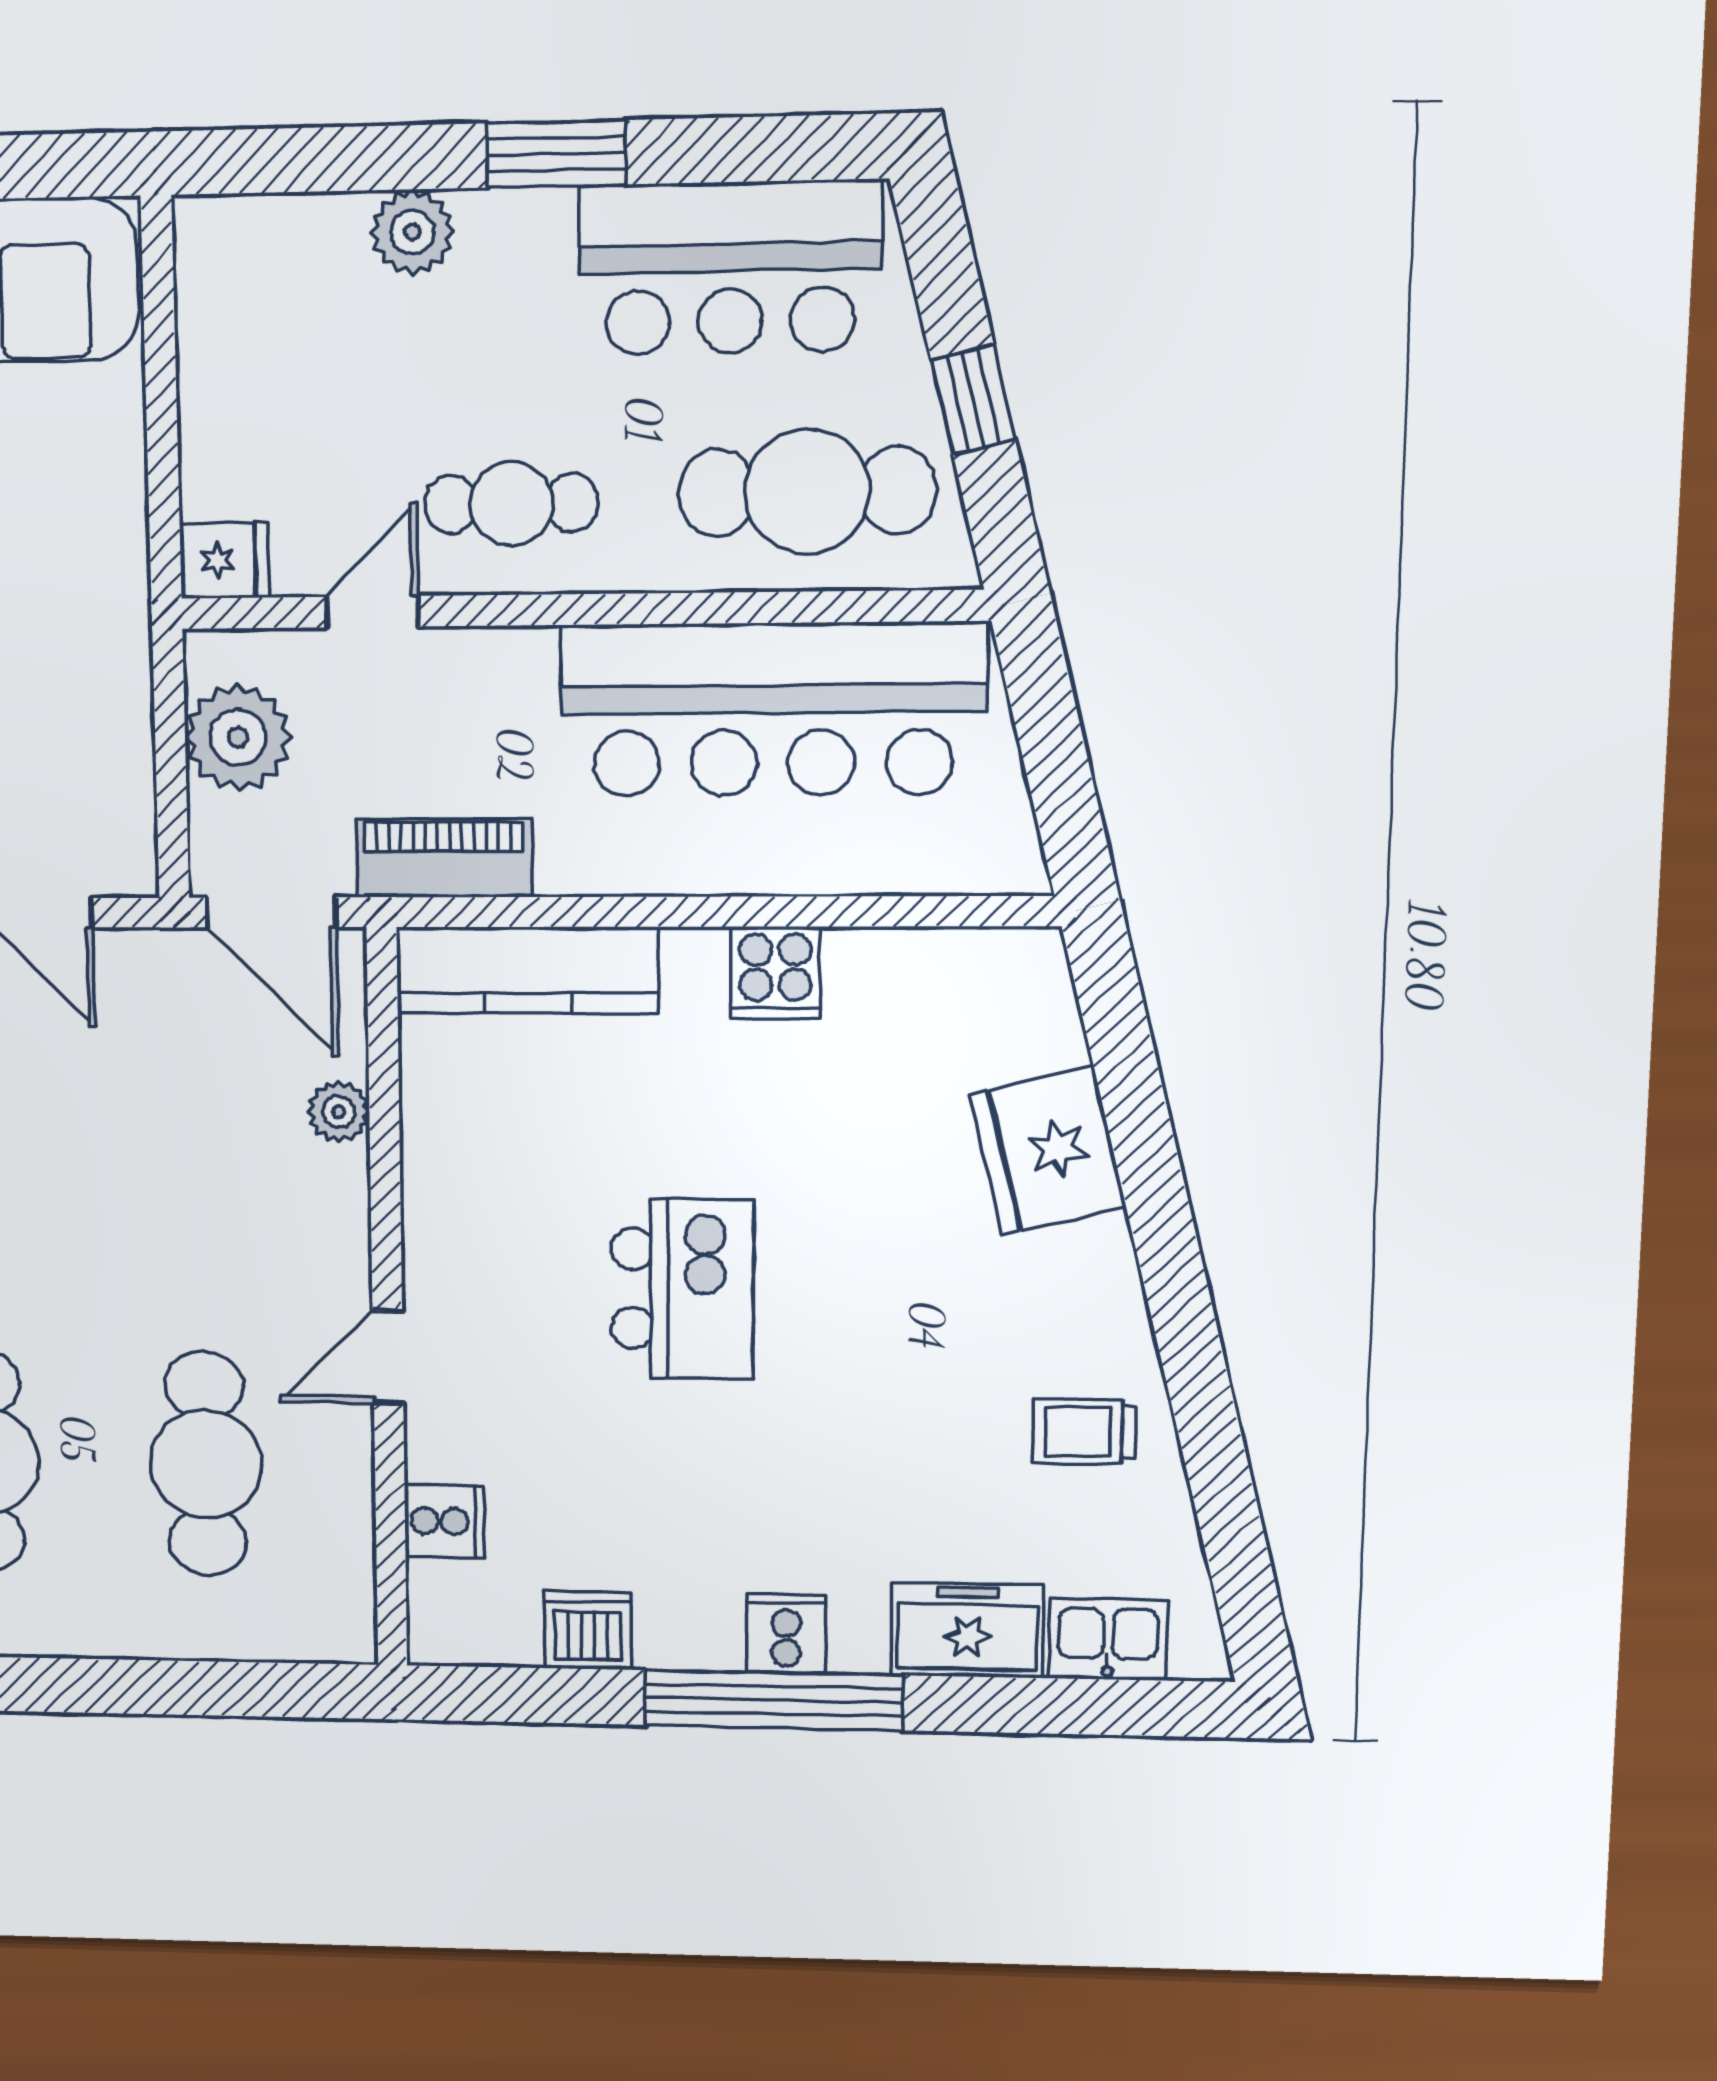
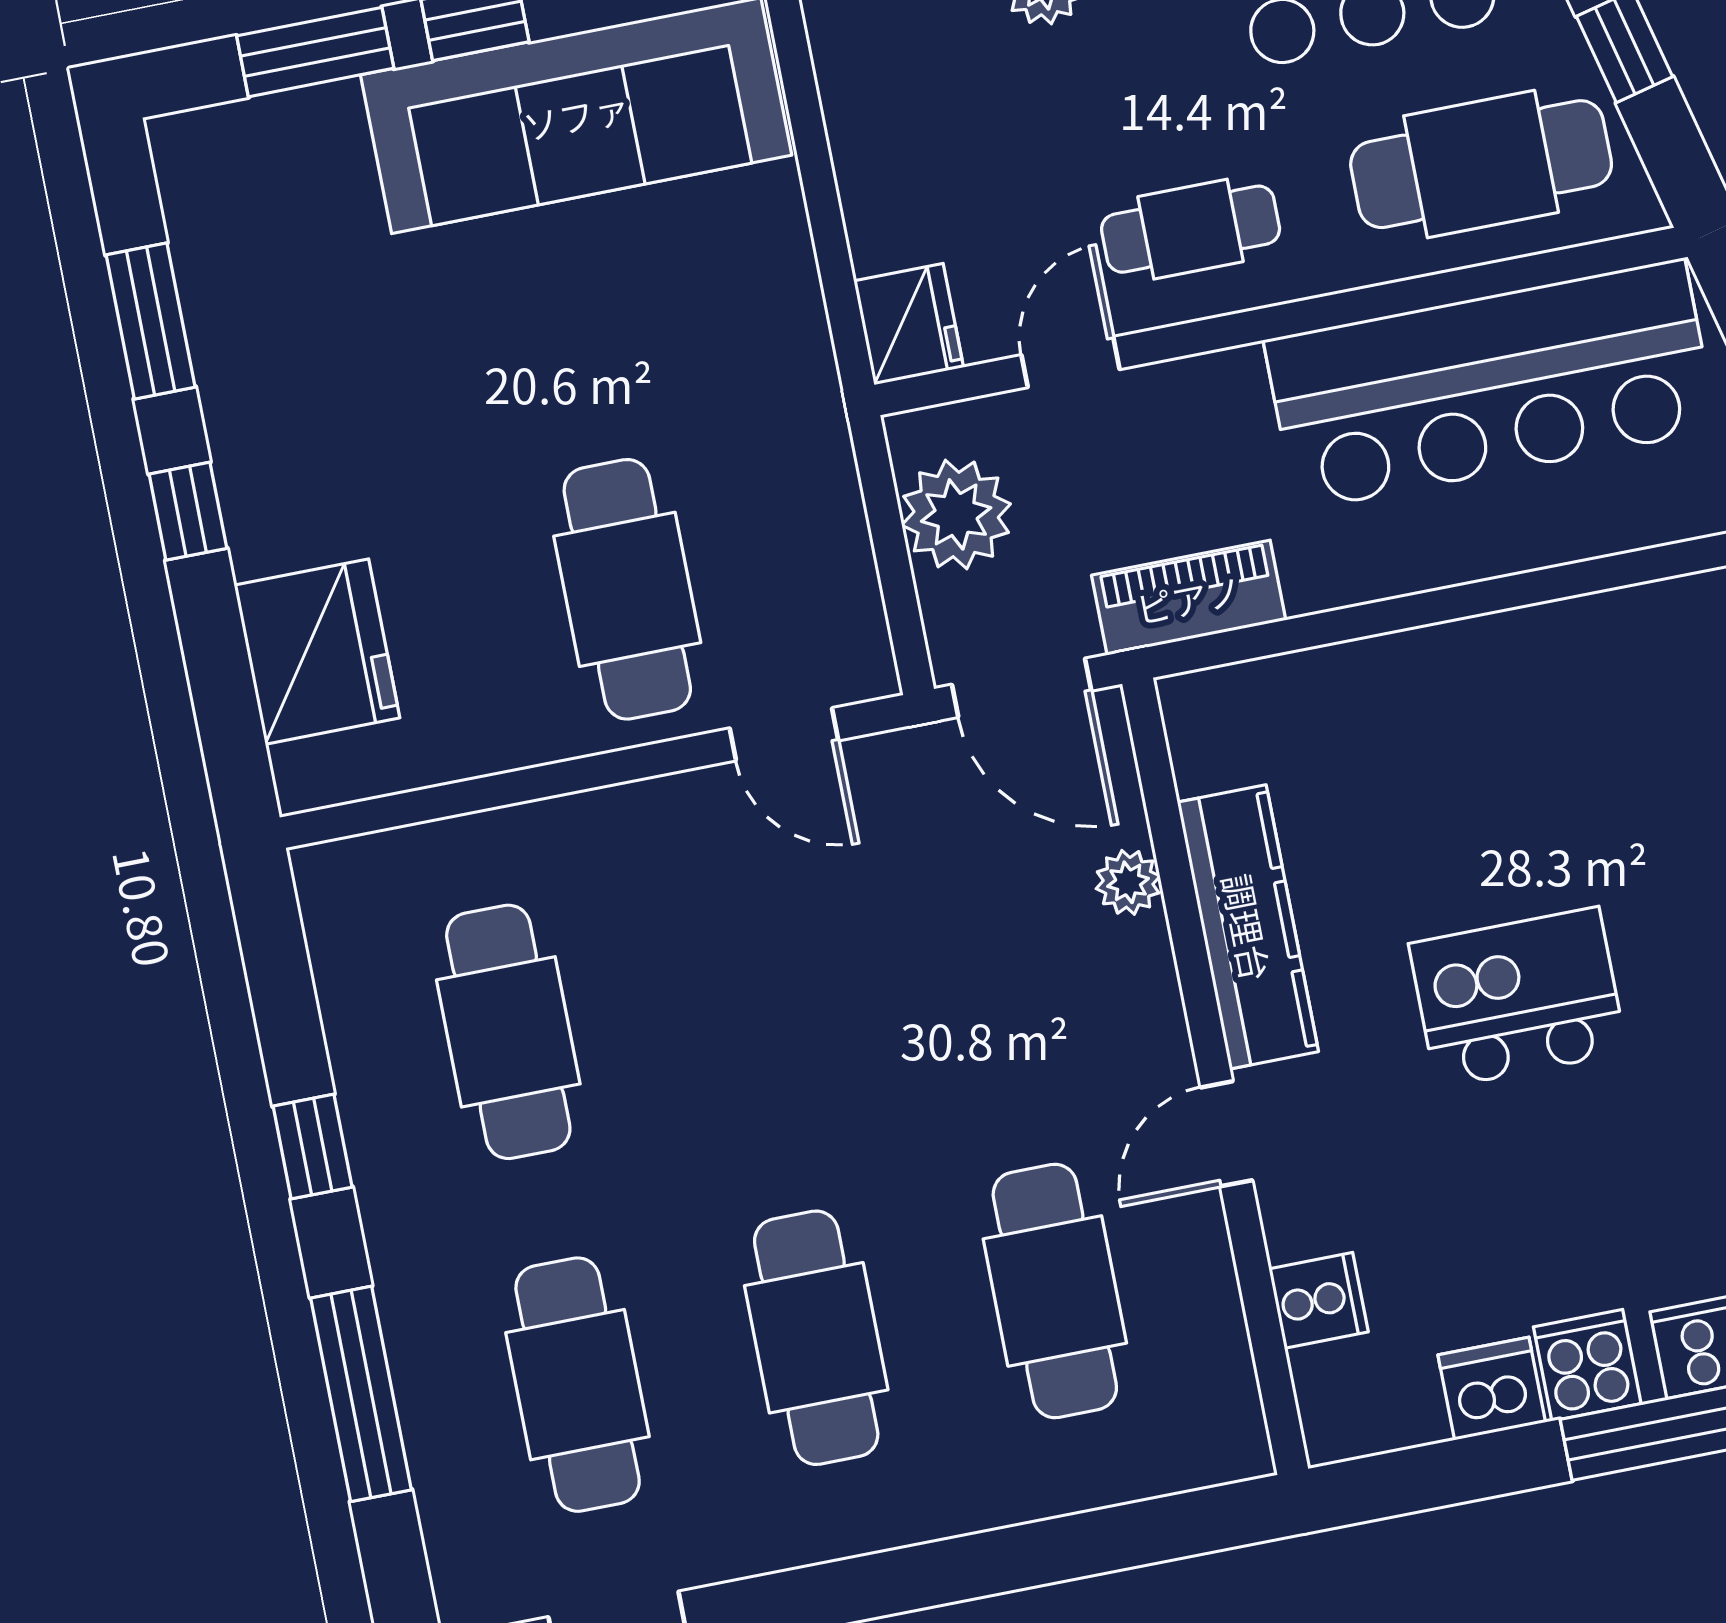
fridge: (224, 560) -> (909, 324), width x1.38
kitchen counter: (527, 970) -> (1248, 927), moved, turned -90
cooker: (775, 973) -> (1587, 1365), moved, turned 180
kitchen island: (682, 1289) -> (1518, 998), turned -90

